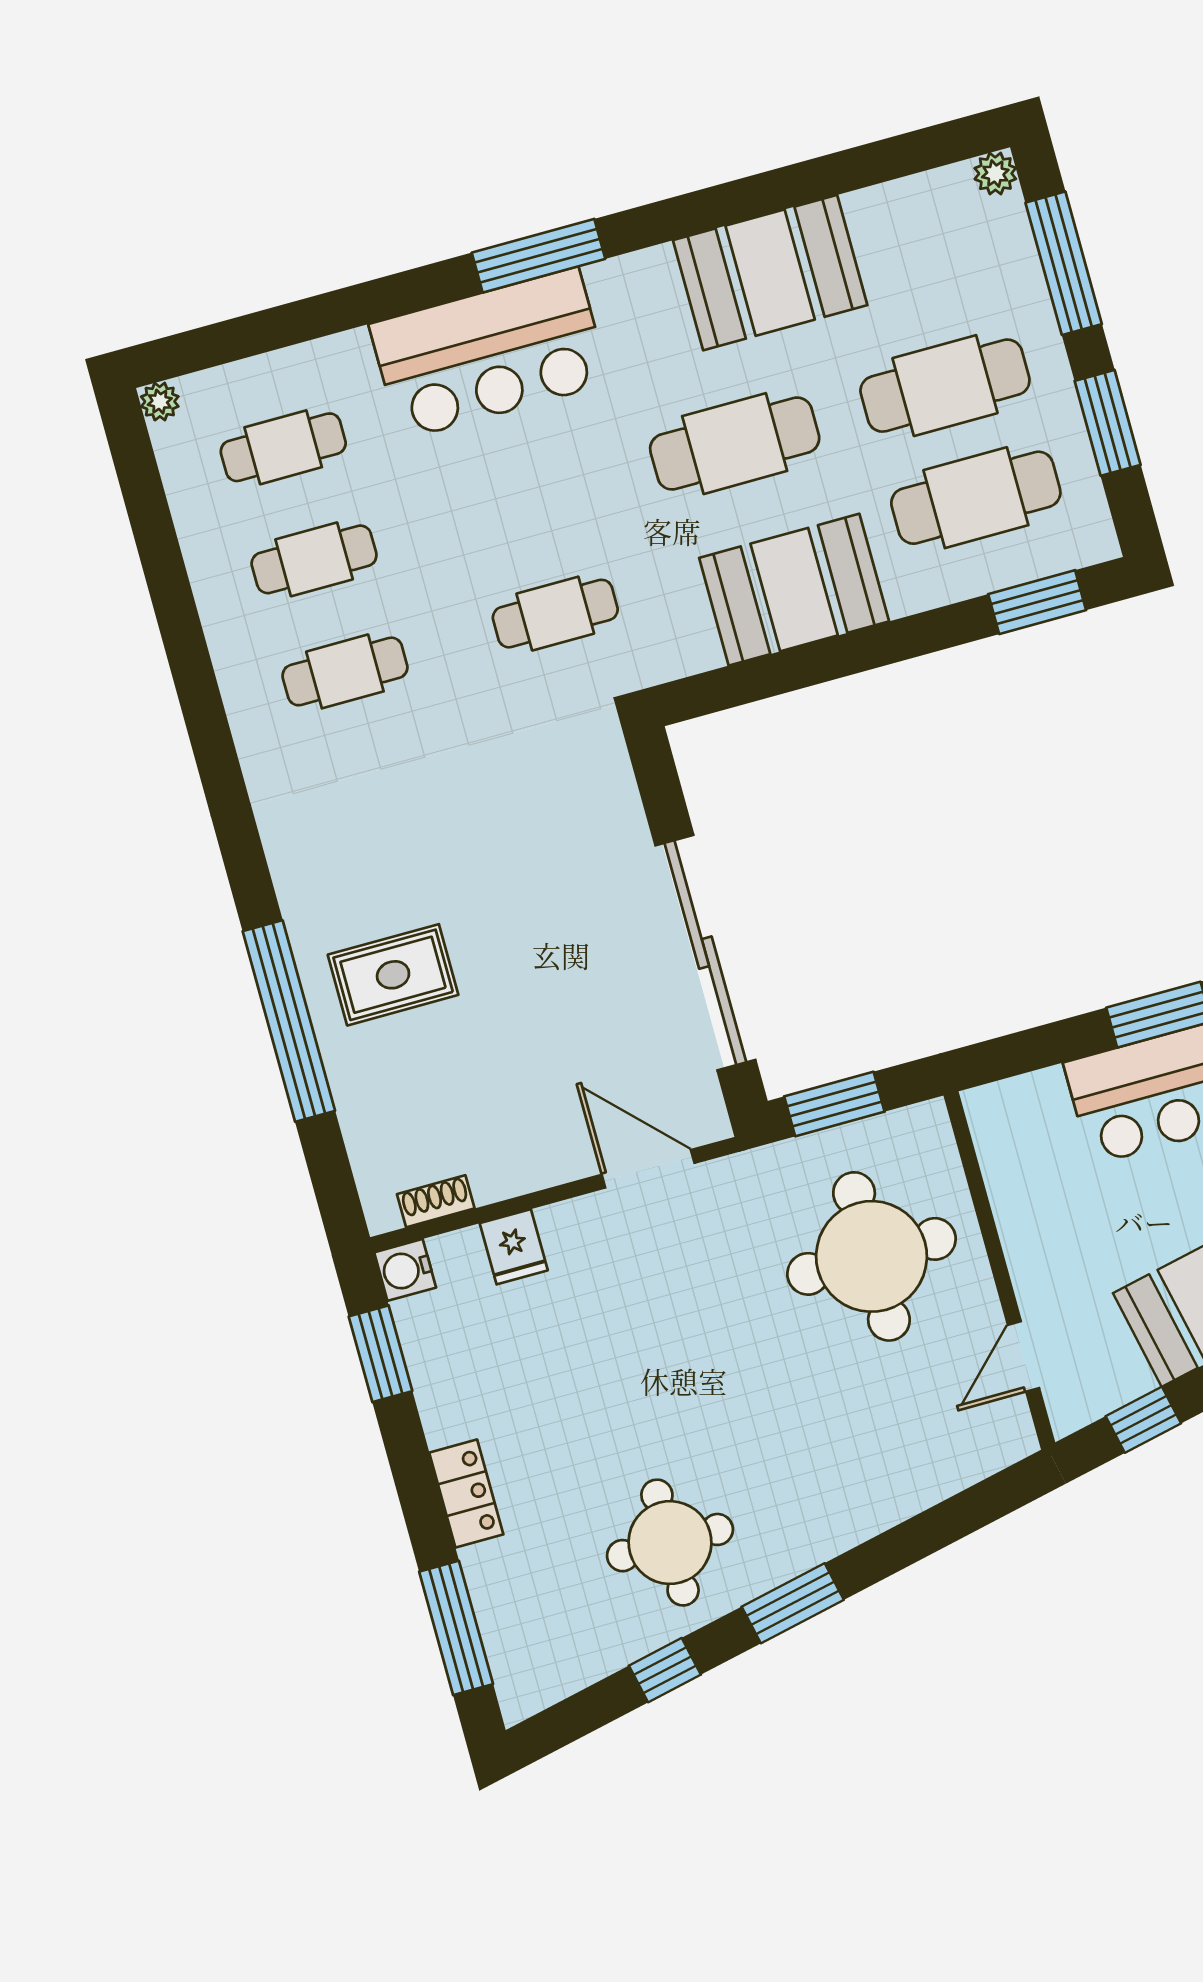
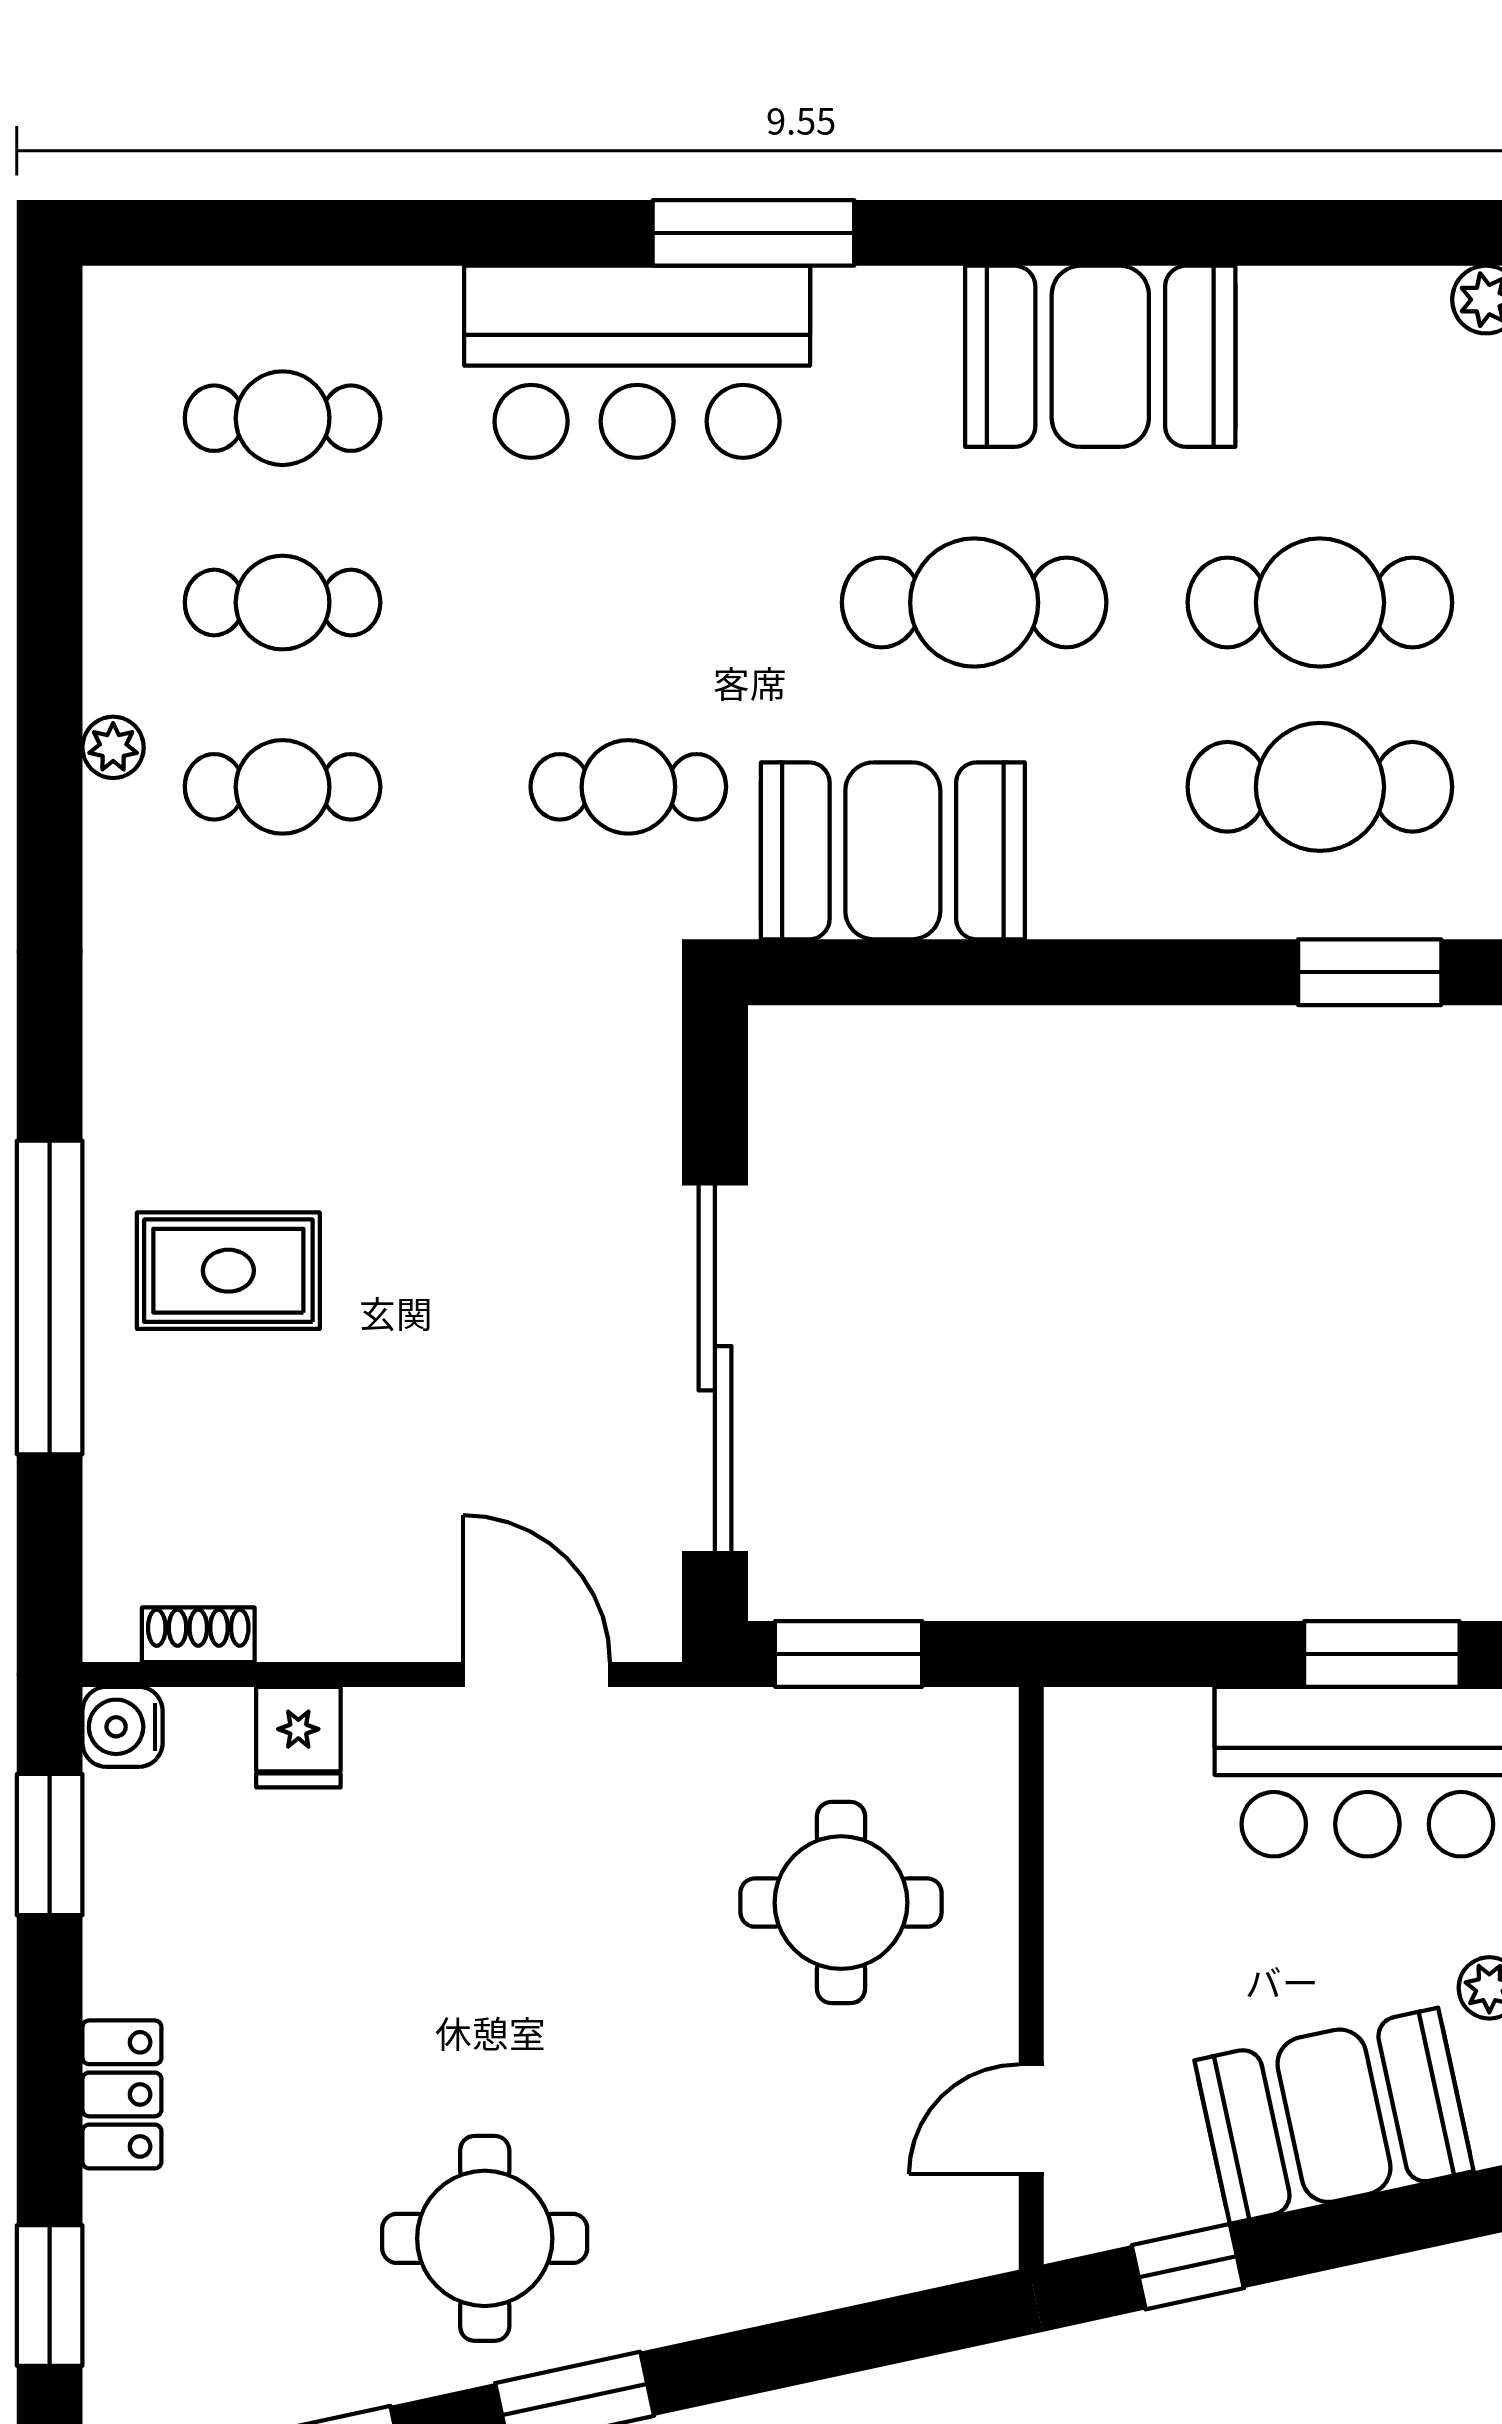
plant: (160, 402) -> (113, 747), moved
booth: (794, 590) -> (893, 851), moved
round table: (871, 1256) -> (841, 1903), width x0.73, depth x0.73
round table: (670, 1543) -> (485, 2238), moved
window: (456, 1628) -> (50, 2296), width x0.69

